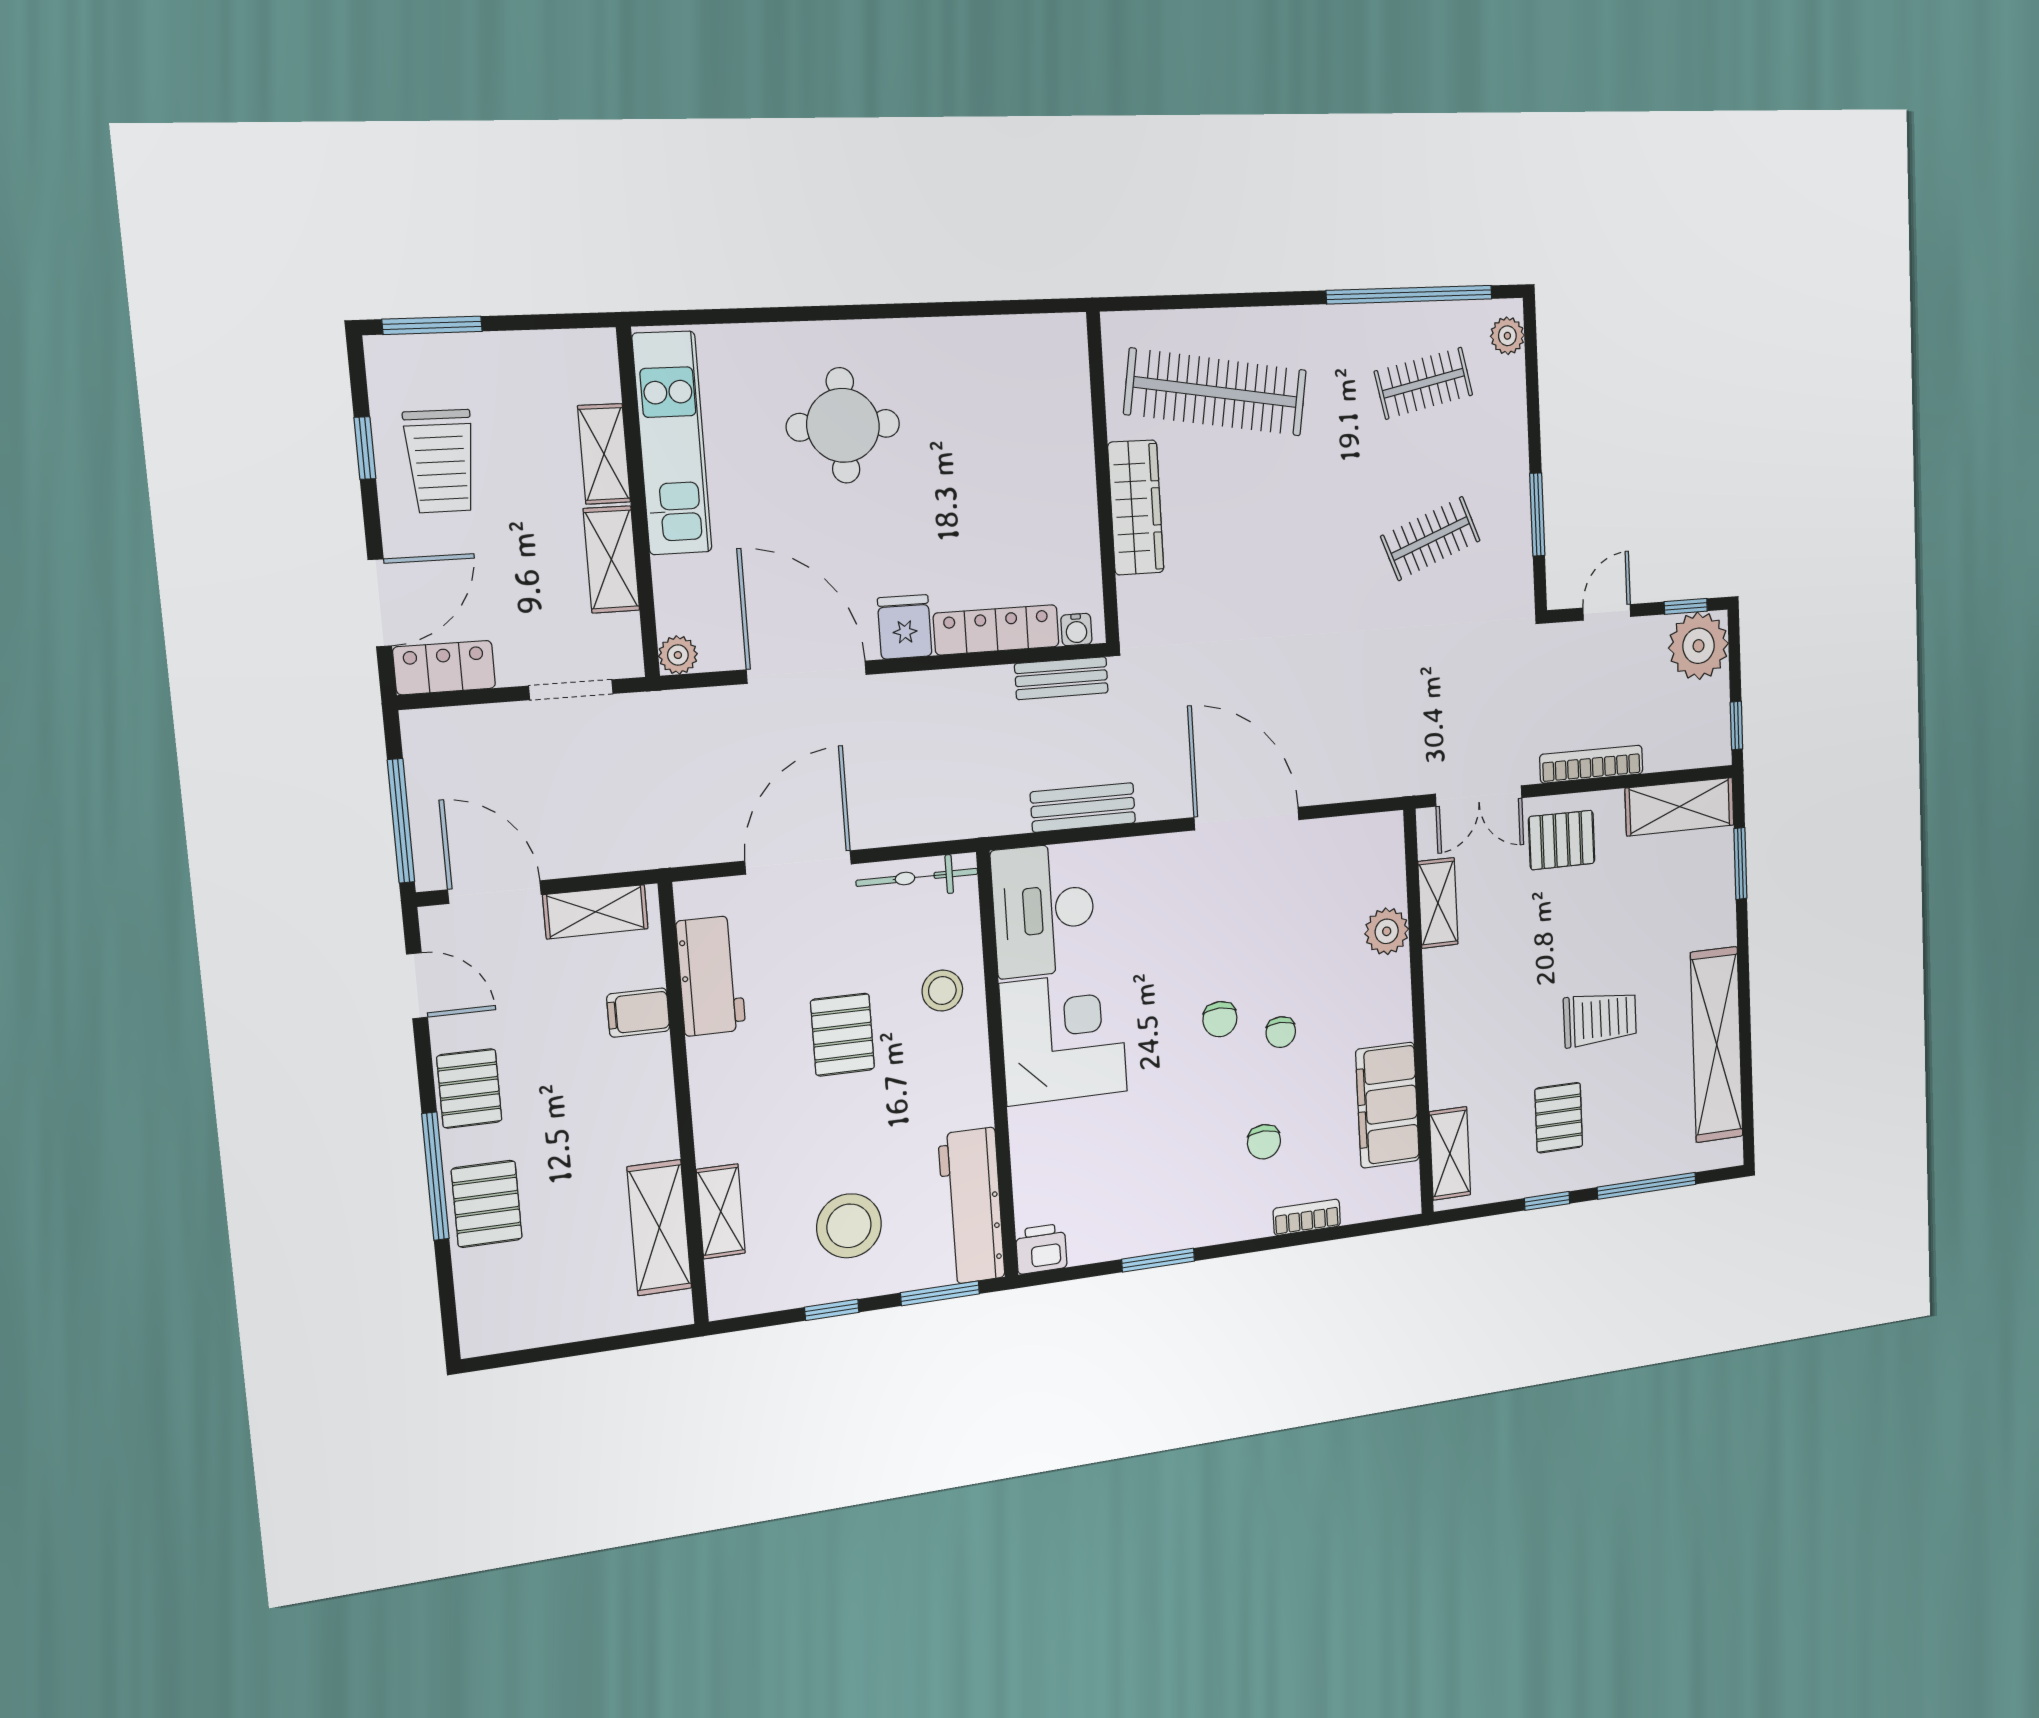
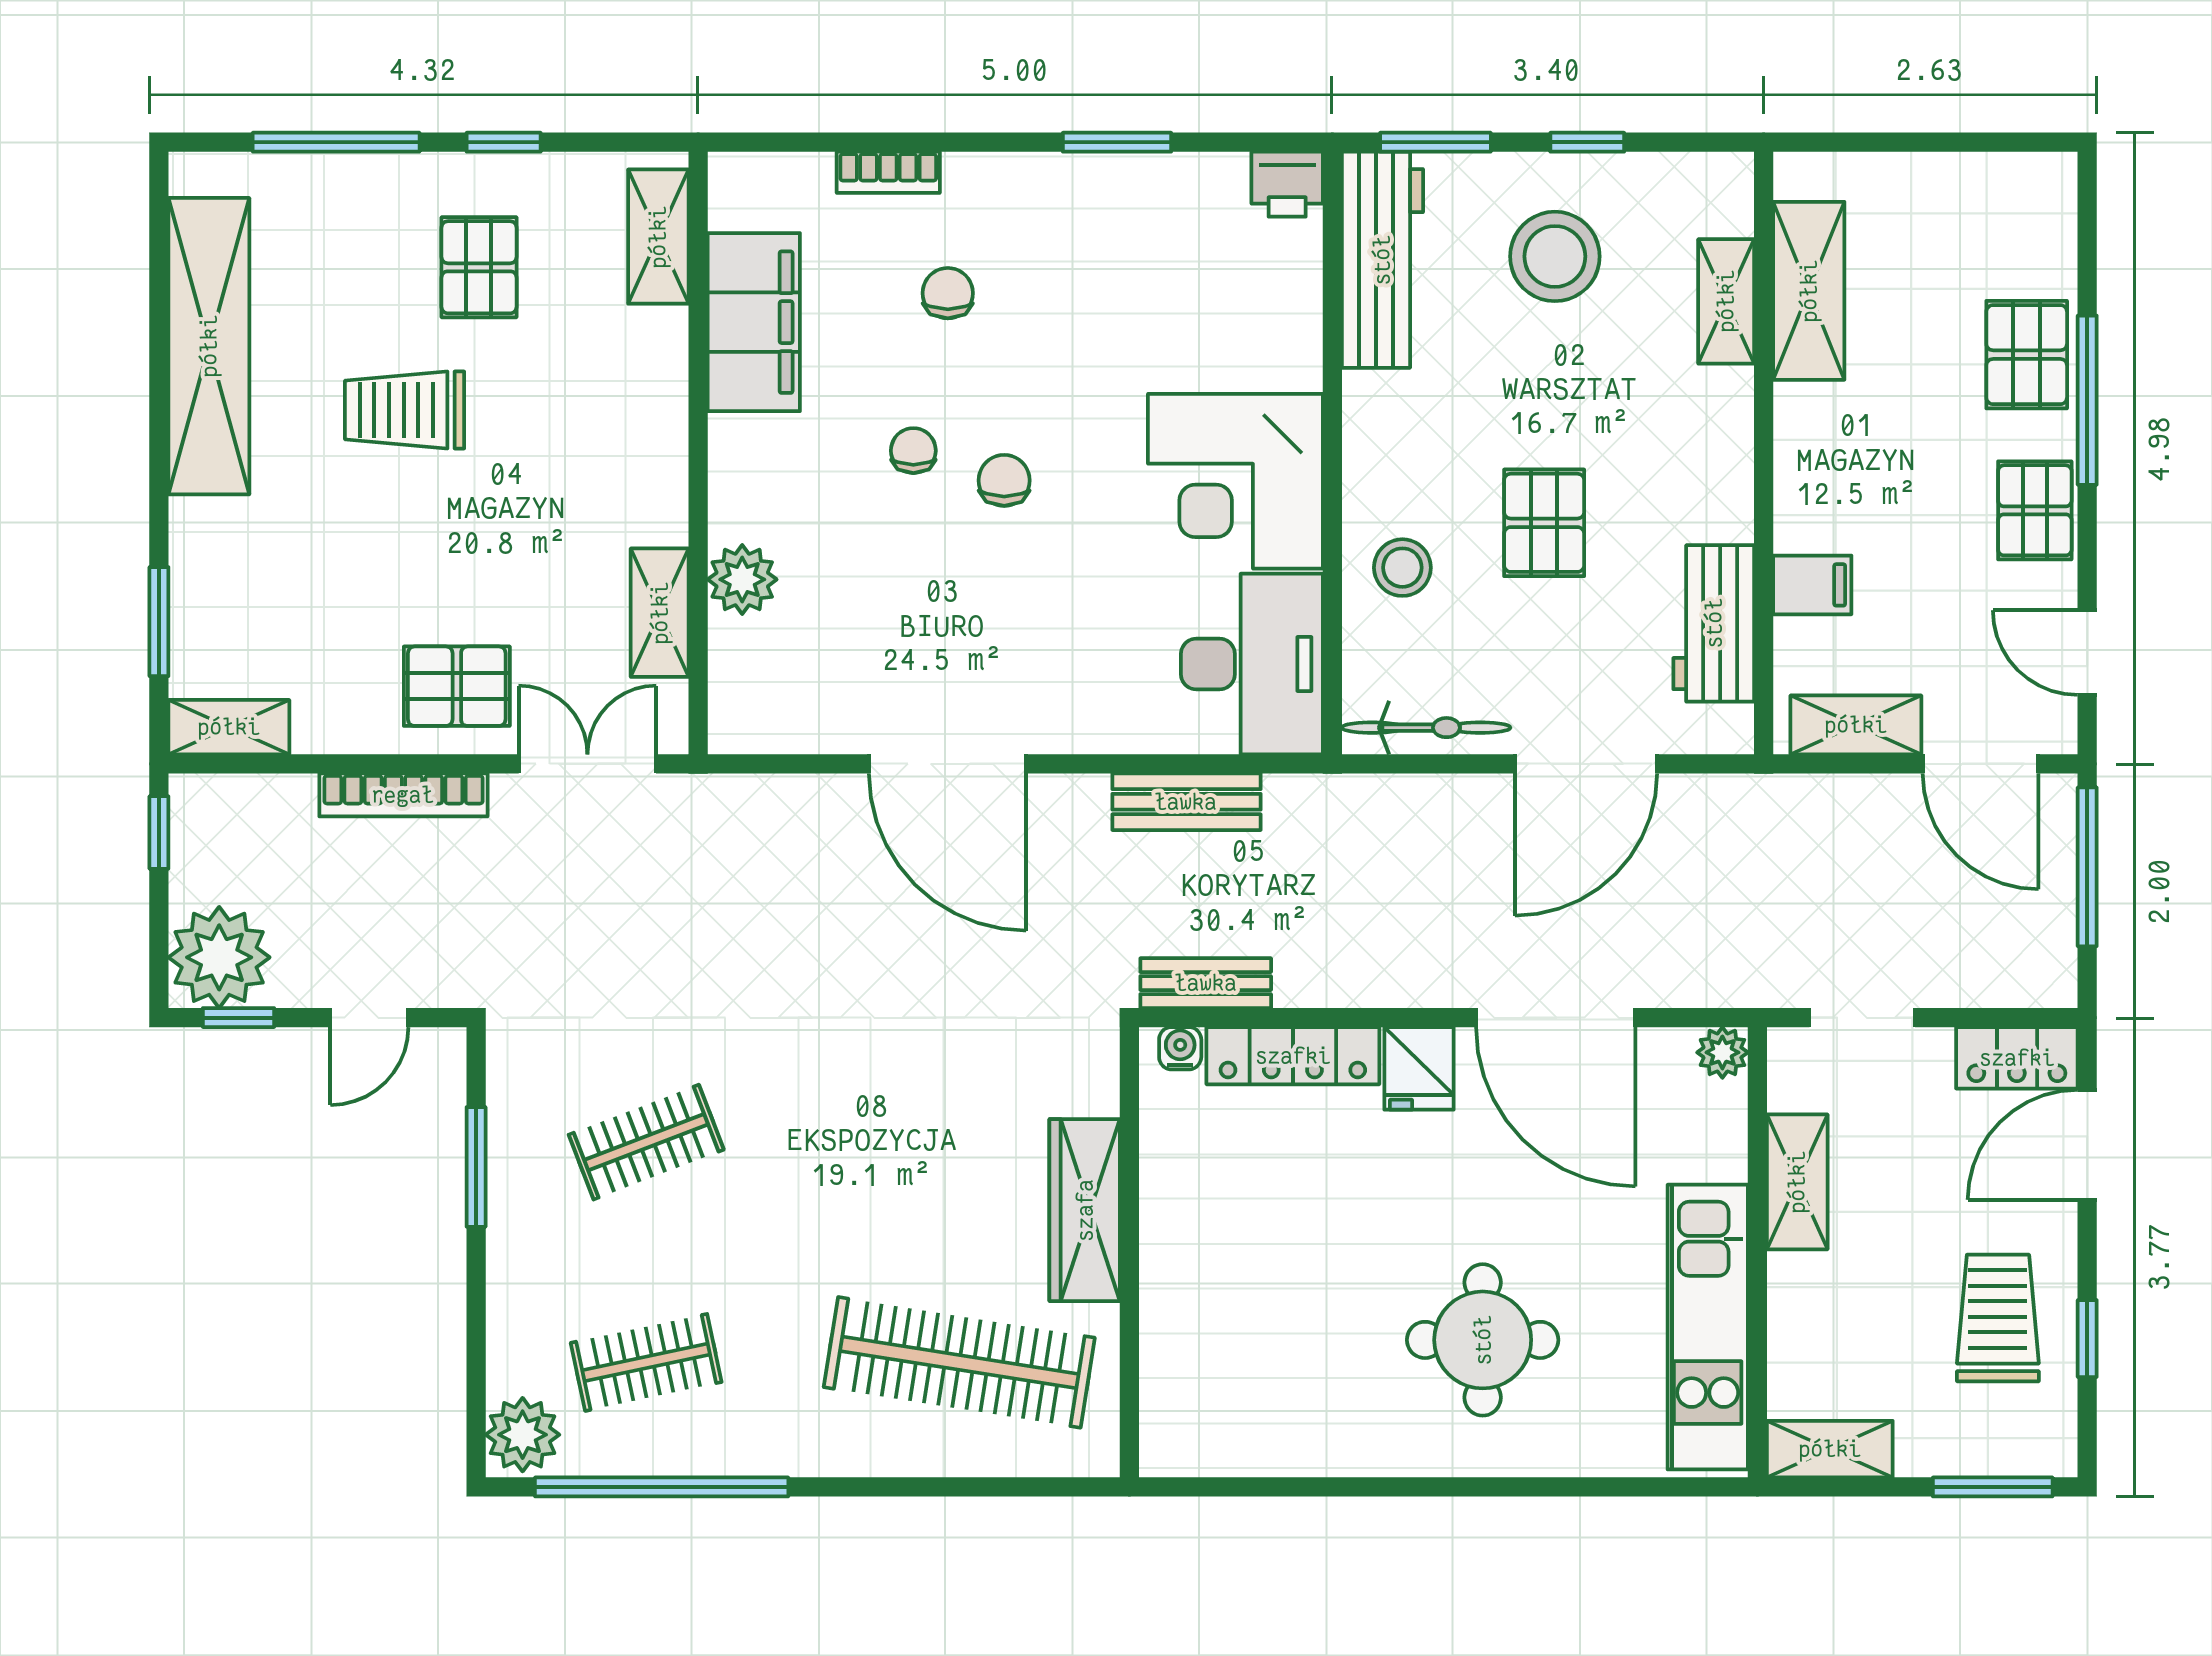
plant: (1507, 336) -> (523, 1435), width x1.38, depth x1.38
shelving: (604, 454) -> (1830, 1449), moved, turned 90
shelving: (1680, 807) -> (229, 727), width x0.67, depth x0.75

